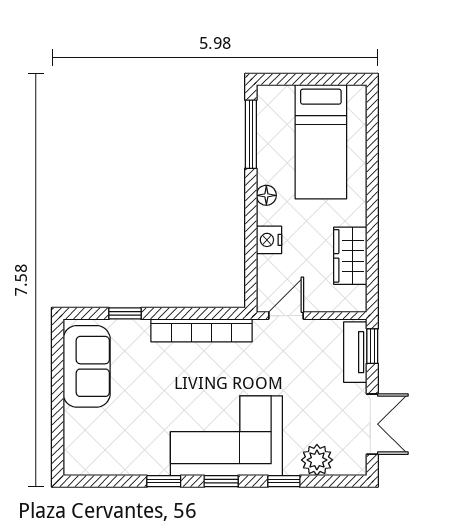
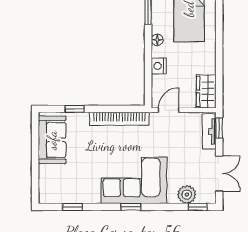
wardrobe: (350, 256) -> (206, 91), moved
window: (164, 481) -> (72, 207), moved
window: (284, 481) -> (198, 207), moved

